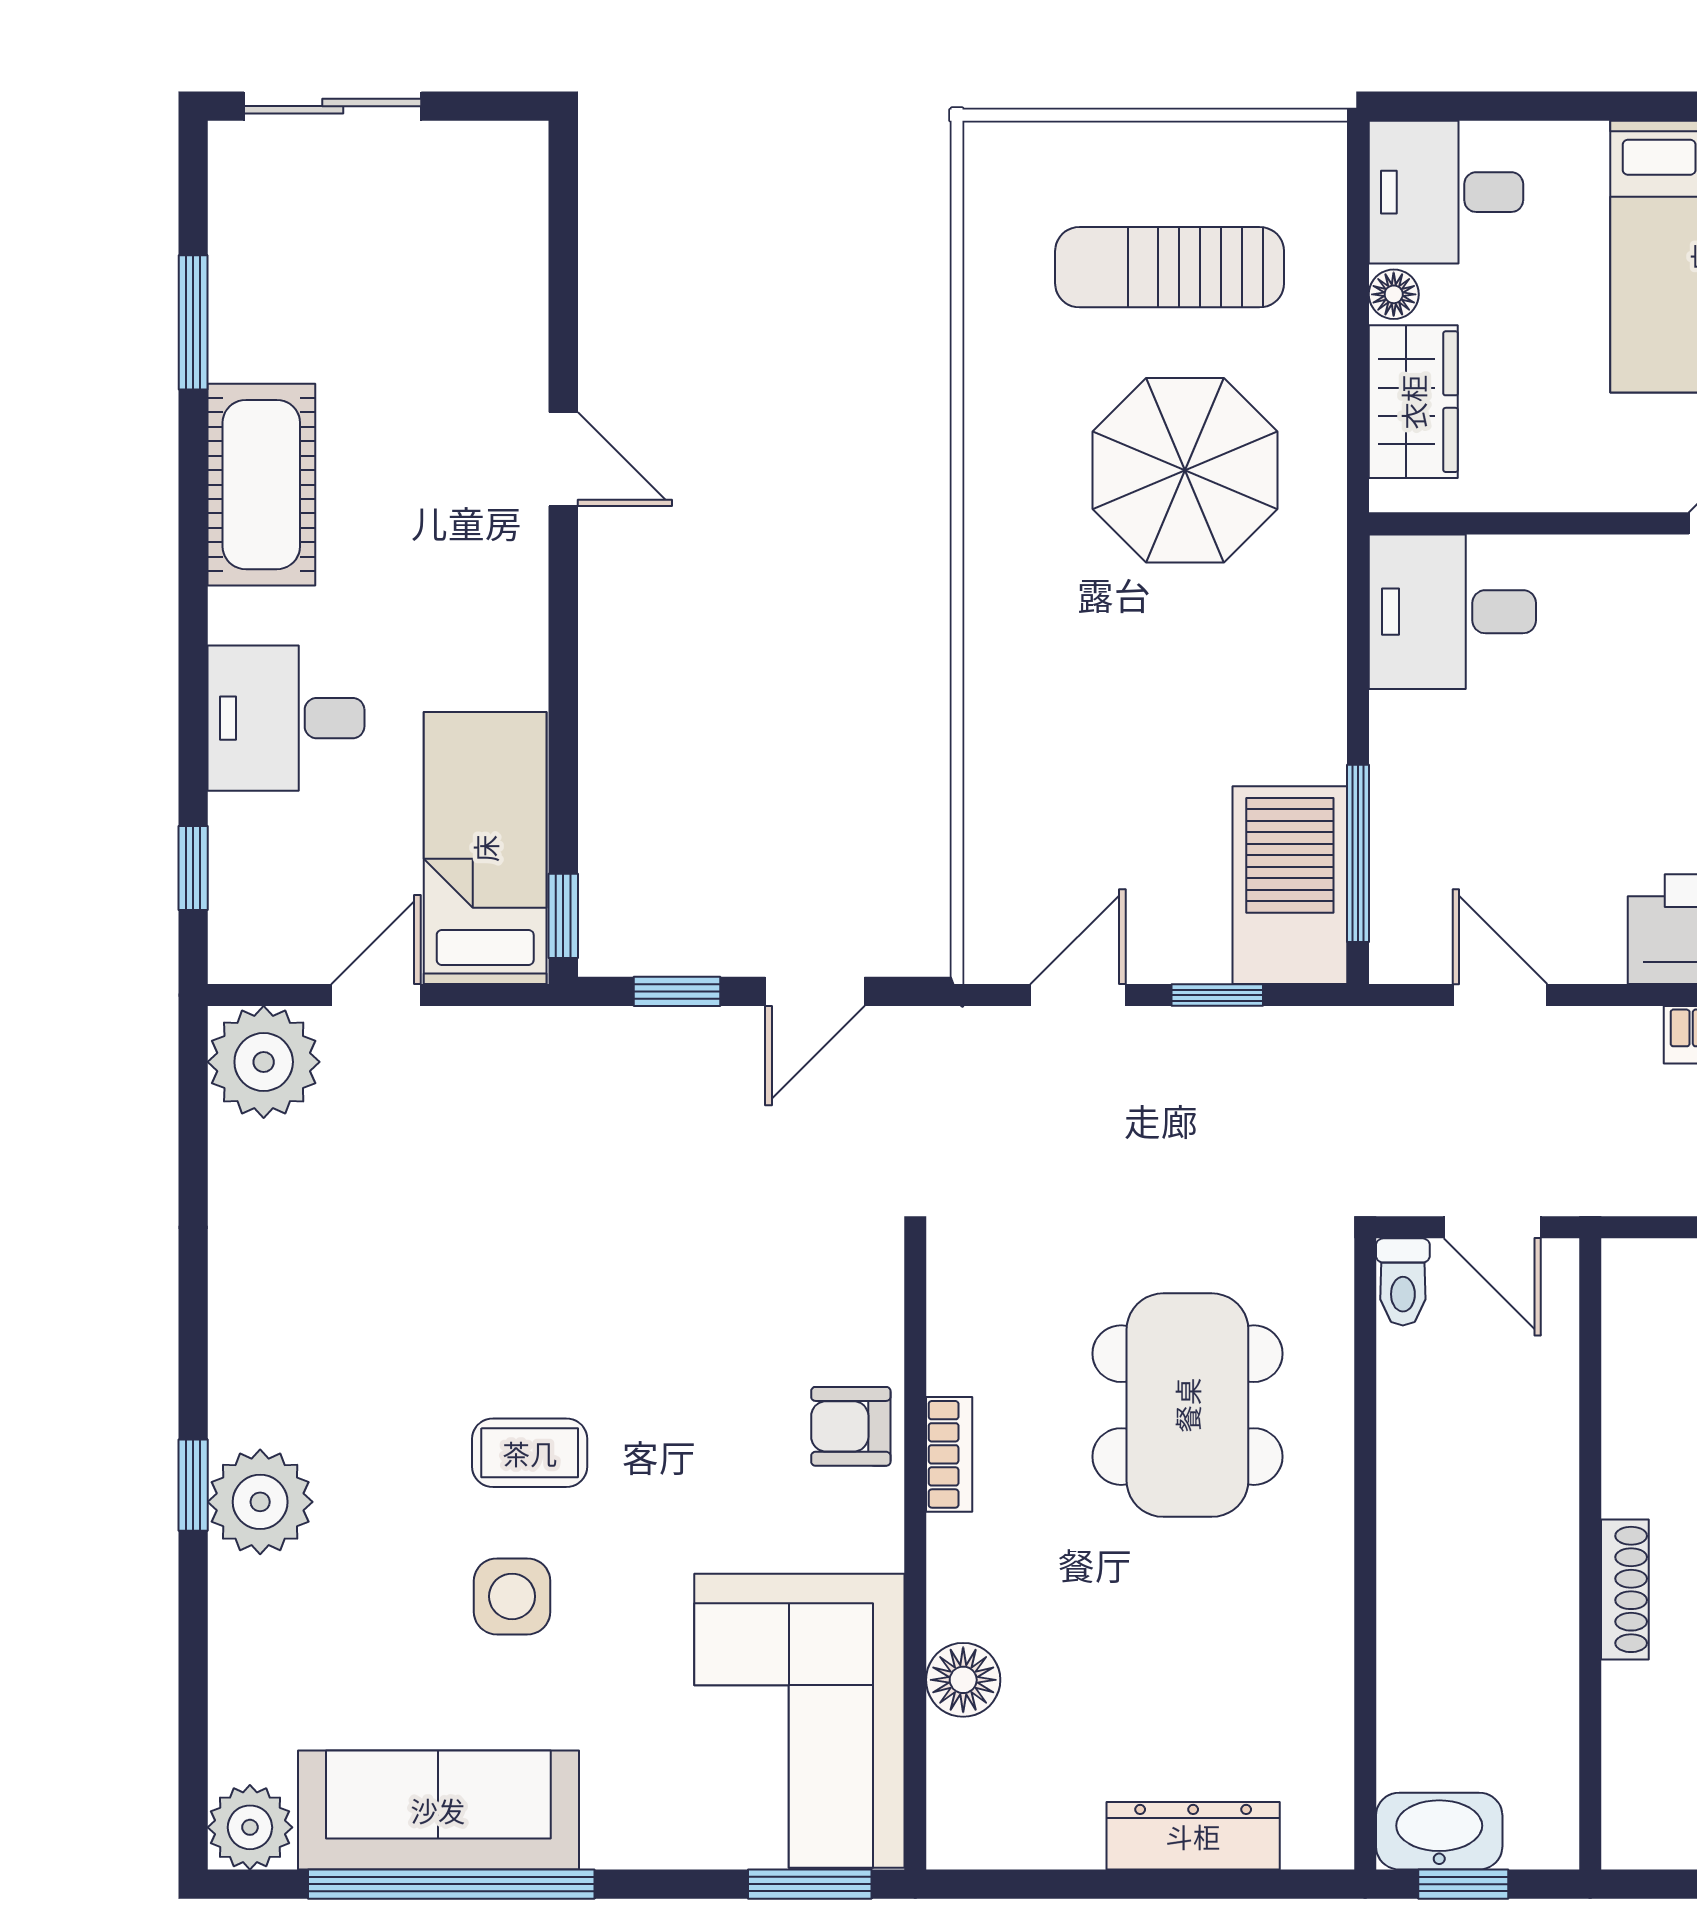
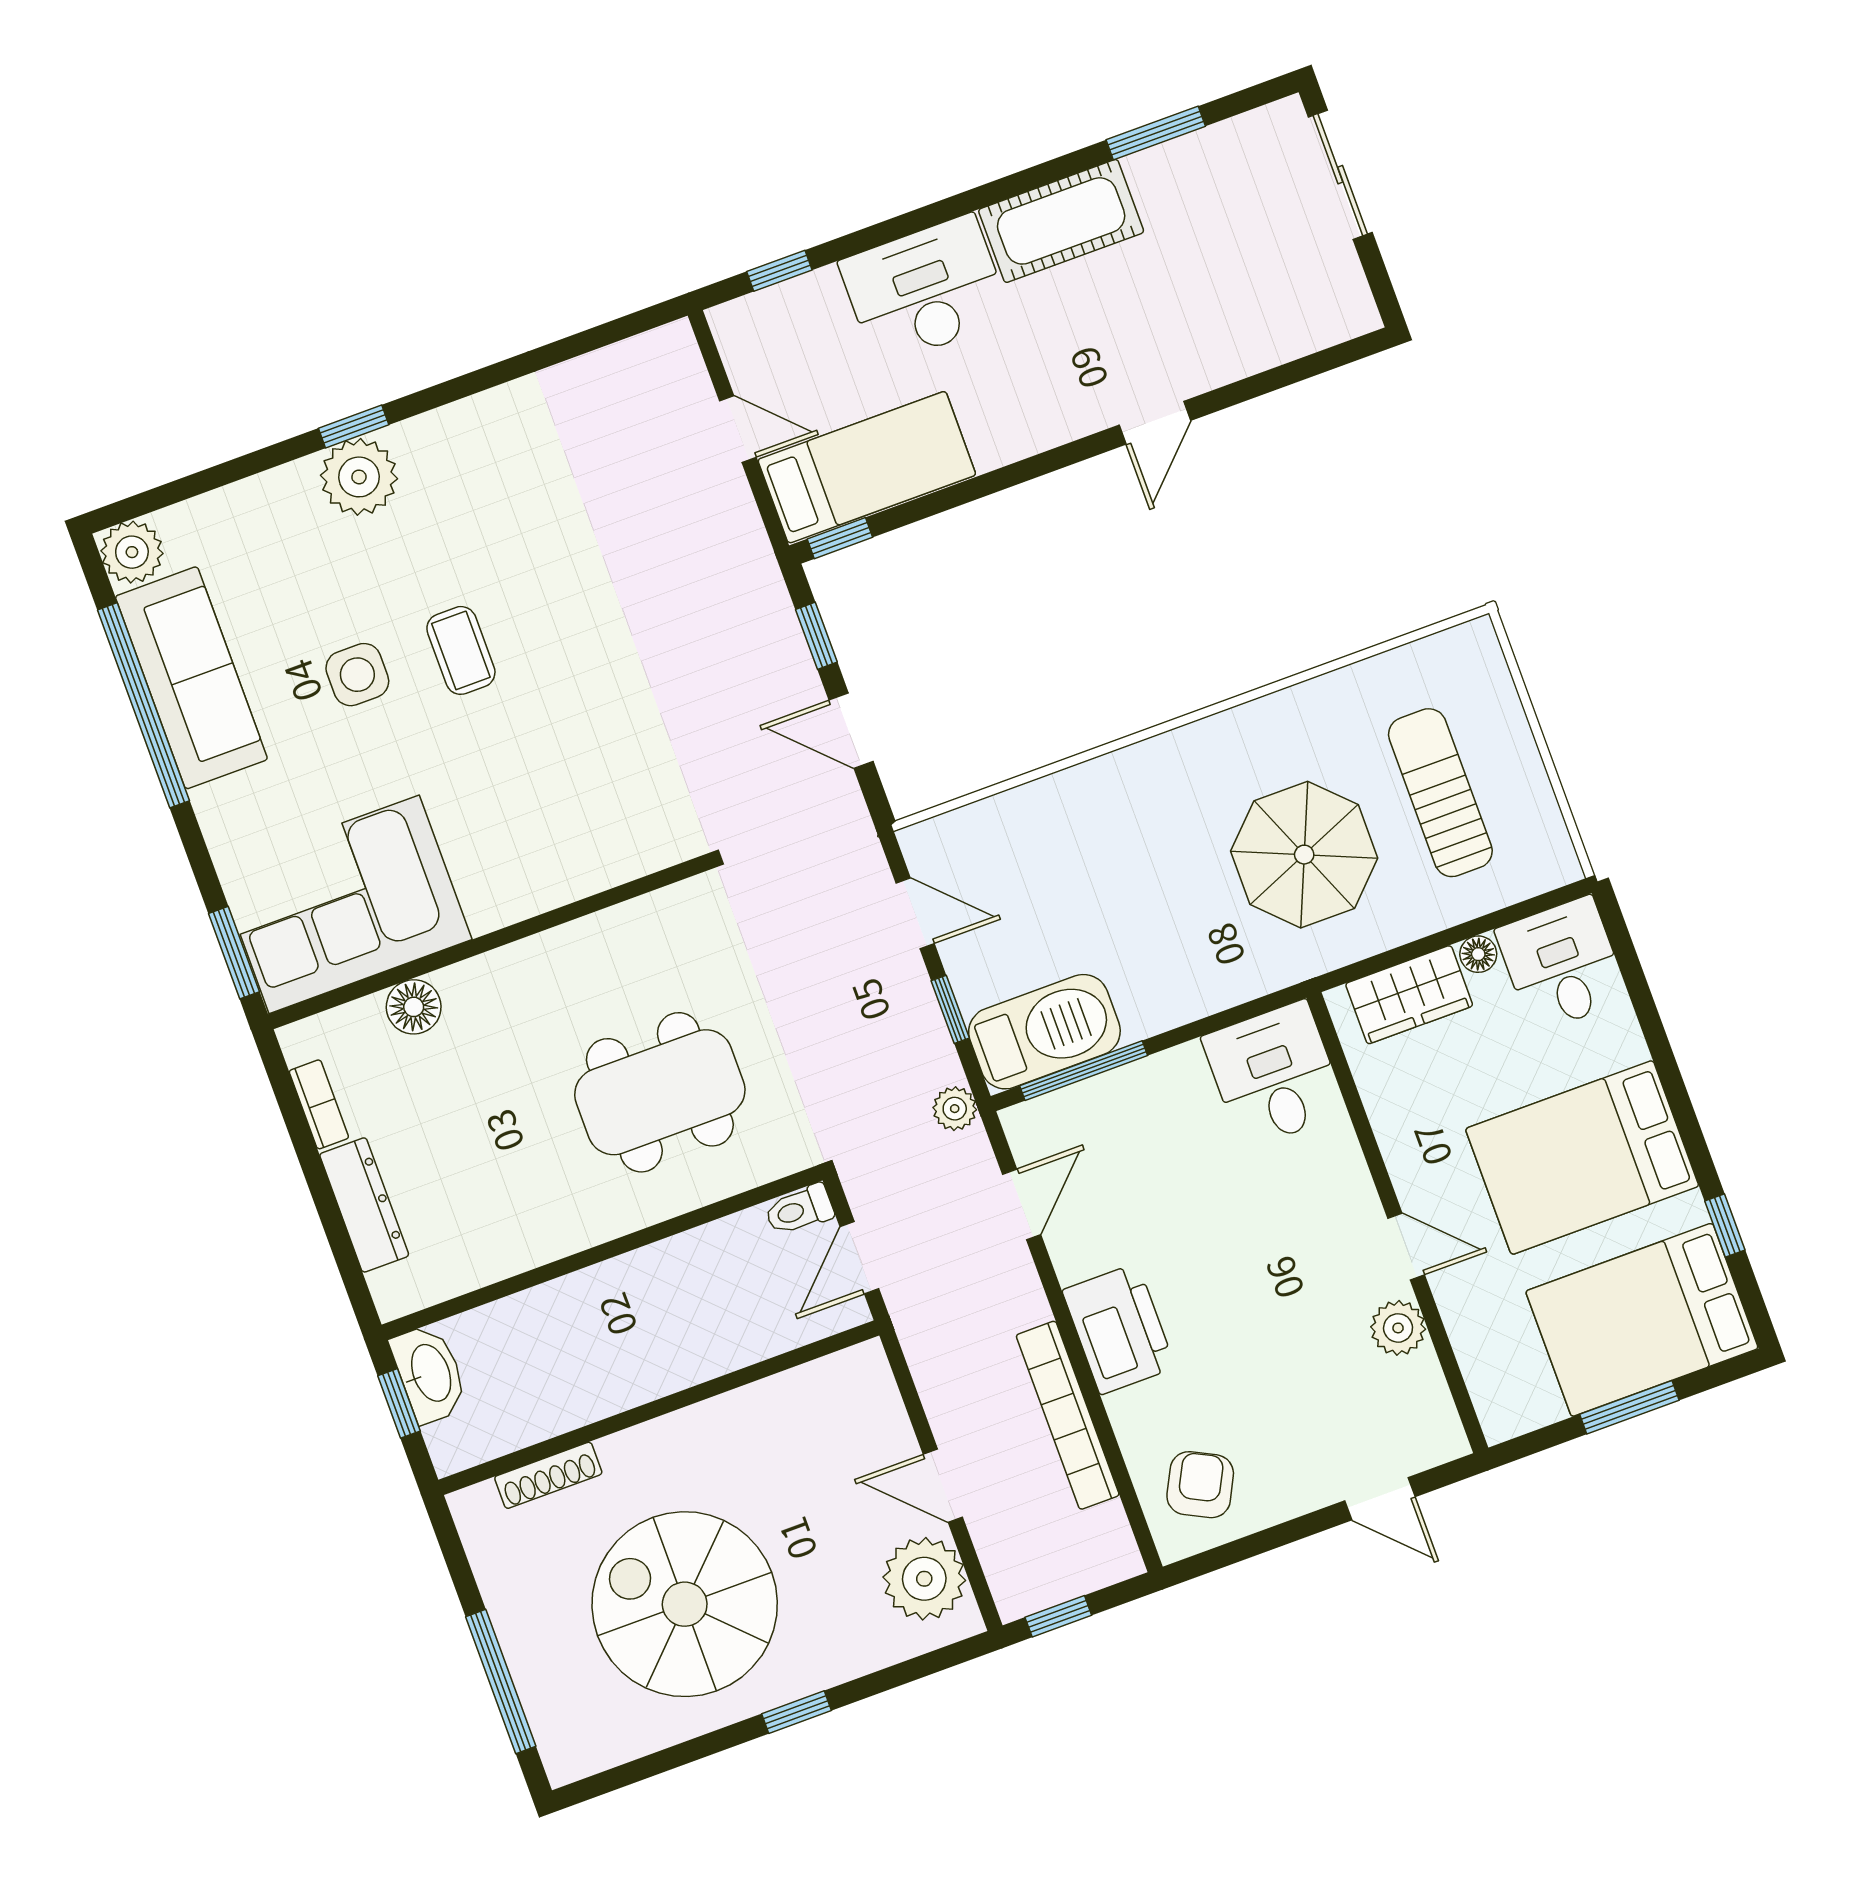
desk: (286, 718) -> (925, 290), width x1.37
plant: (264, 1062) -> (955, 1109), moved, width x0.53, depth x0.53
armchair: (851, 1426) -> (560, 865), removed
bookcase: (949, 1454) -> (319, 1104), moved, turned -90
shoe rack: (1625, 1589) -> (548, 1475), moved

